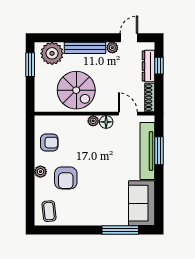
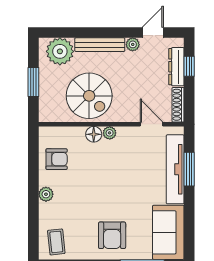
window: (30, 65) -> (33, 82), moved
floor lamp: (106, 122) -> (94, 134), moved
armchair: (66, 178) -> (112, 235), moved

